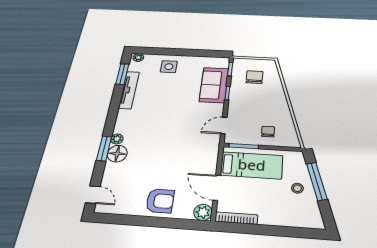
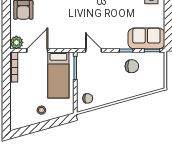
chair: (255, 77) -> (132, 66), moved
sofa: (214, 85) -> (146, 38), moved
chair: (268, 132) -> (88, 98), moved
window: (317, 181) -> (48, 124), removed

